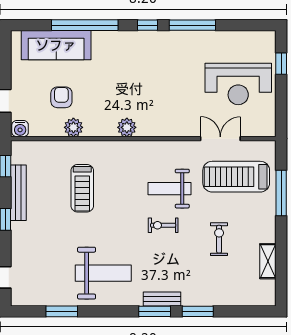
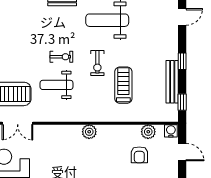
plant: (73, 127) -> (148, 132), moved
weight bench: (169, 189) -> (57, 85), turned 180
exercise bike: (219, 239) -> (97, 63), moved

